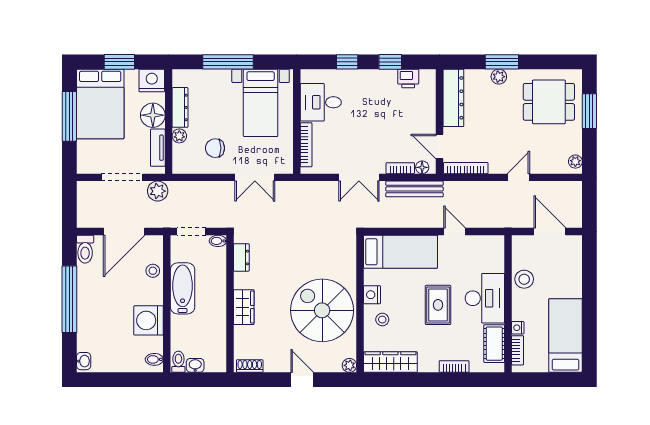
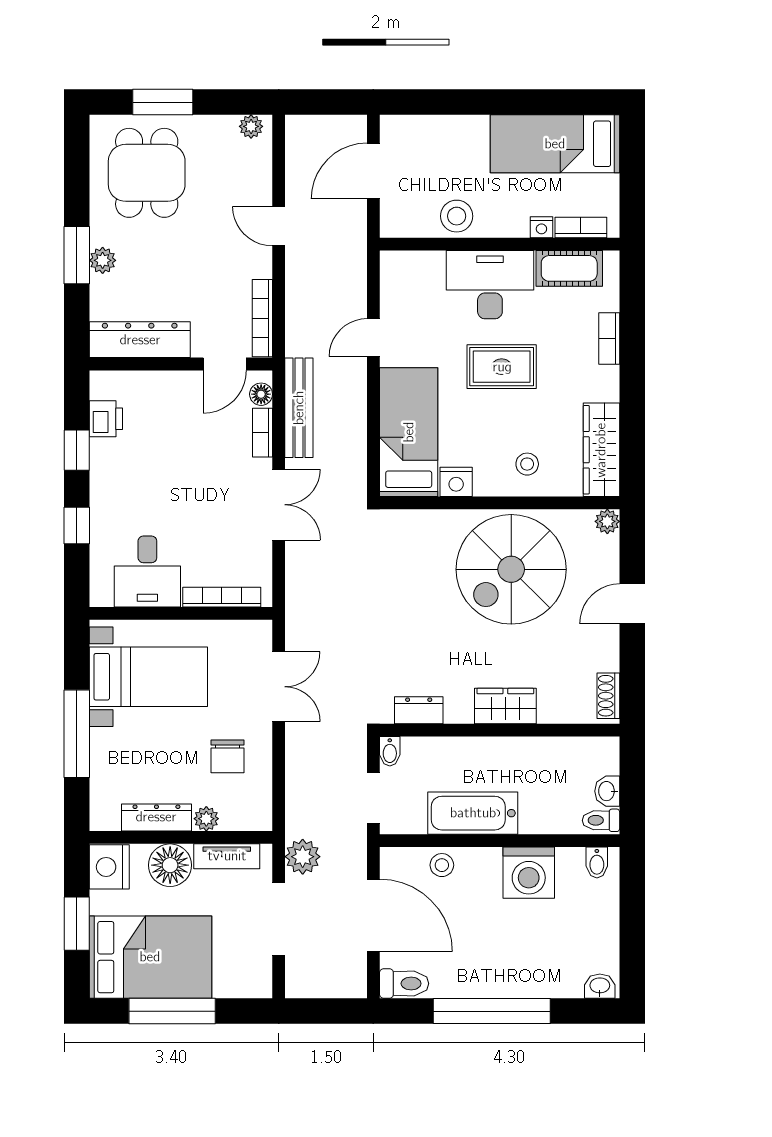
nightstand: (372, 295) -> (456, 482), moved

